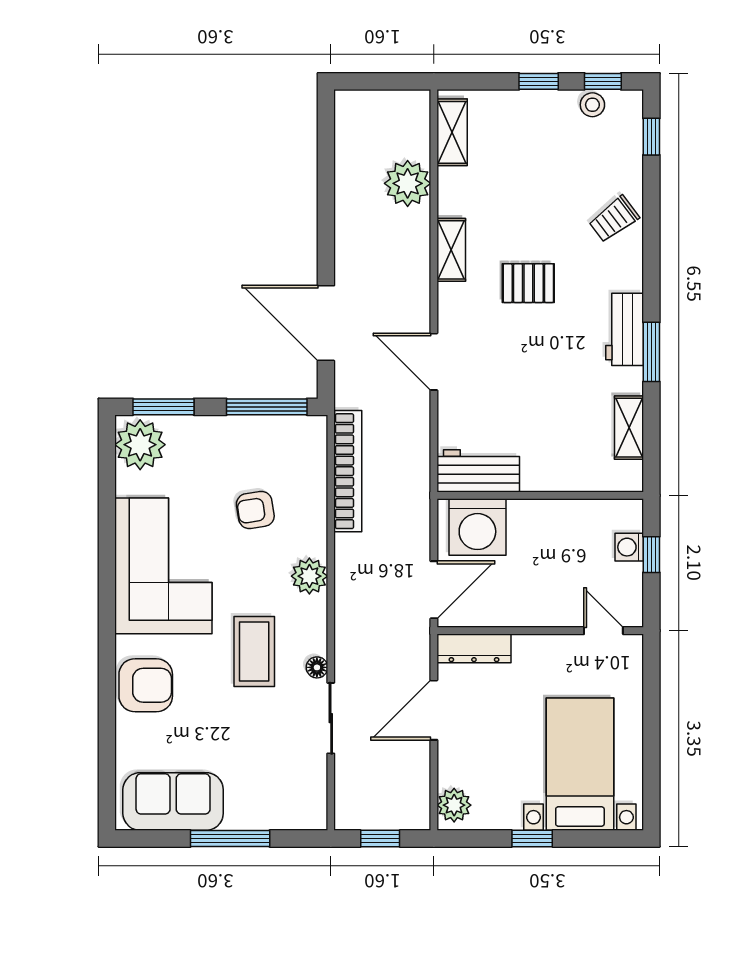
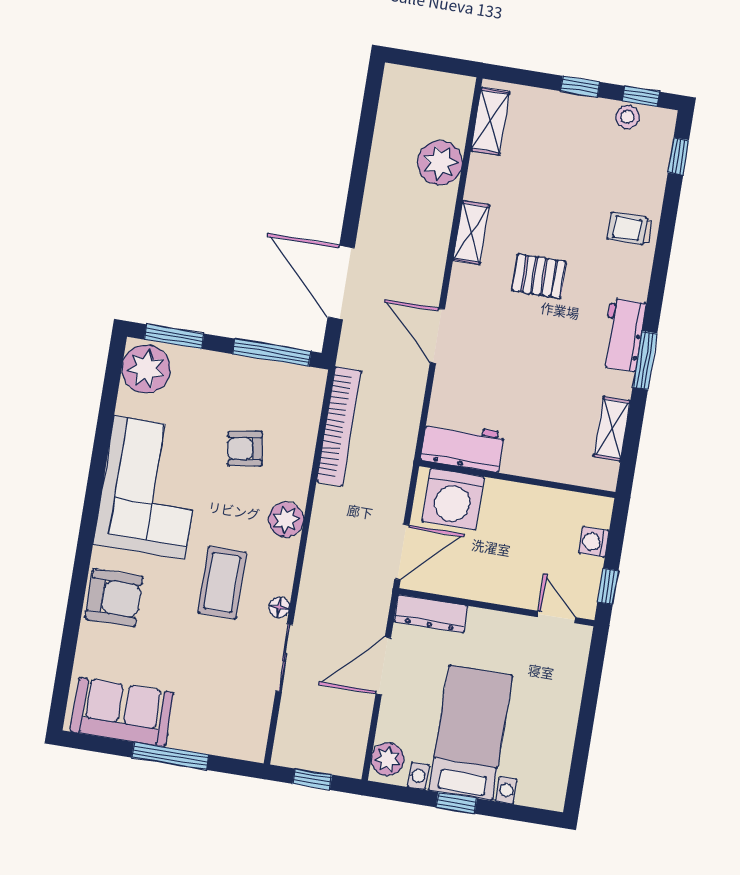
trolley: (614, 219) -> (630, 229), turned 37
window: (651, 555) -> (608, 586), moved
bed with nightstands: (580, 764) -> (471, 733), moved

